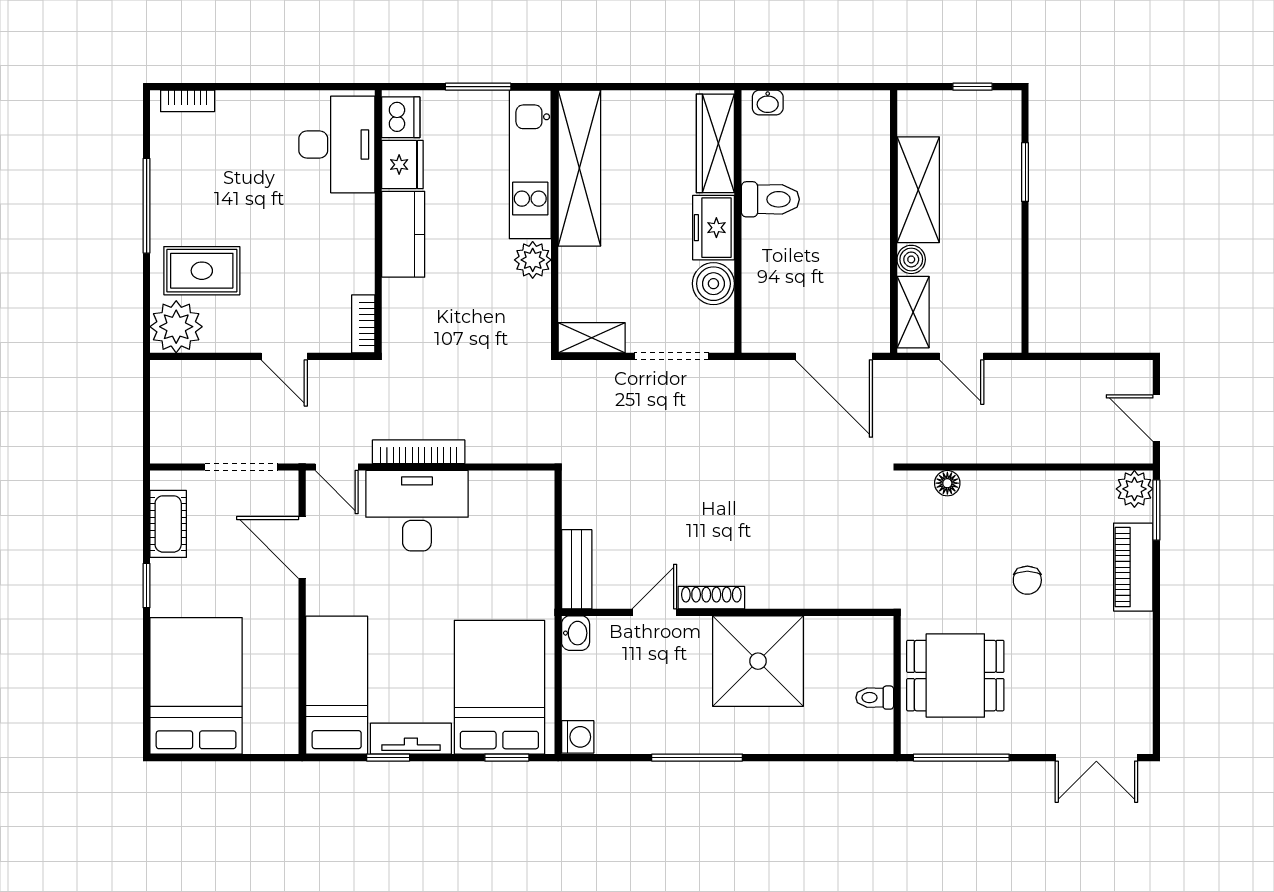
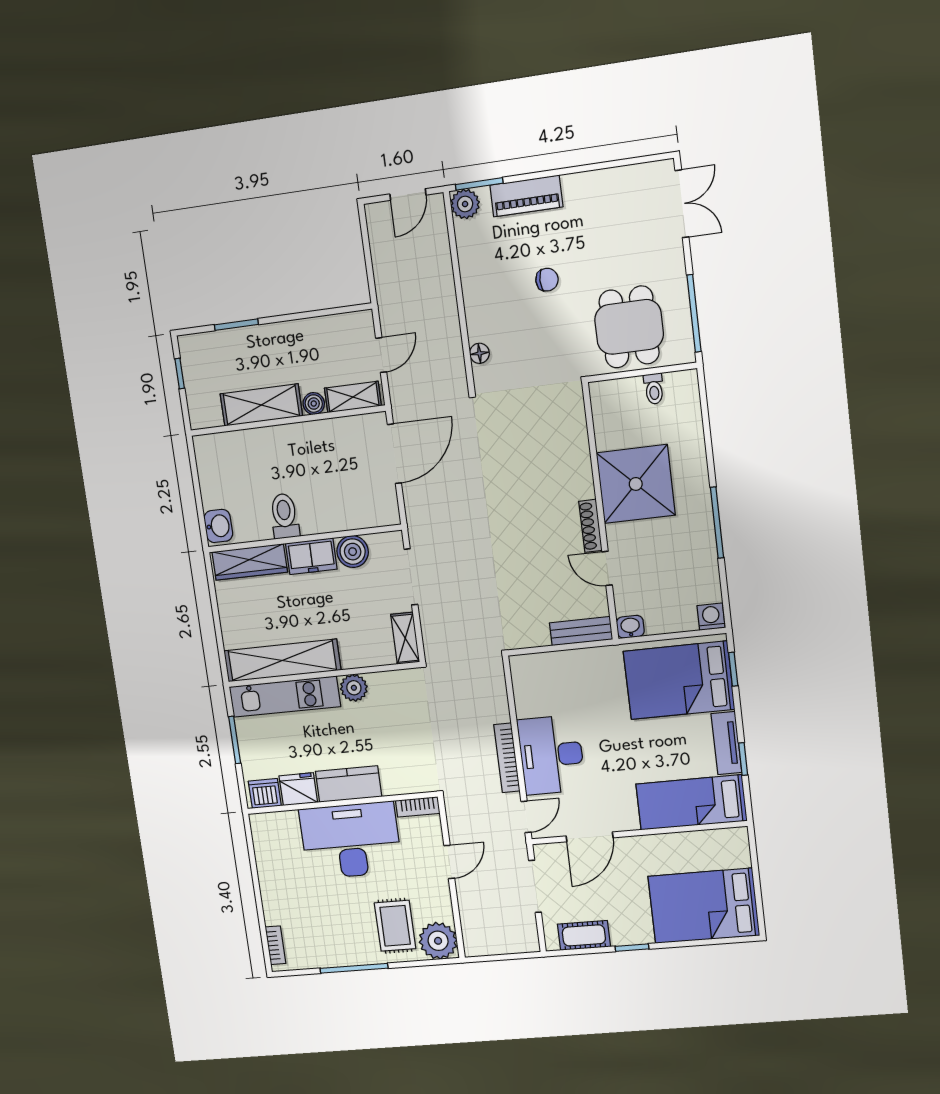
washbasin: (768, 103) -> (218, 526), width x1.38, depth x1.45
desk: (337, 144) -> (351, 840), moved, width x1.36, depth x1.30

